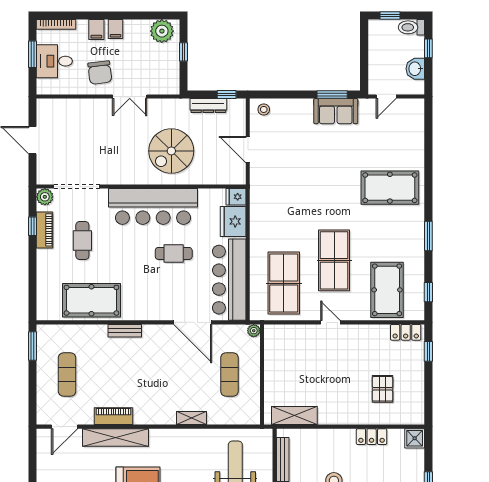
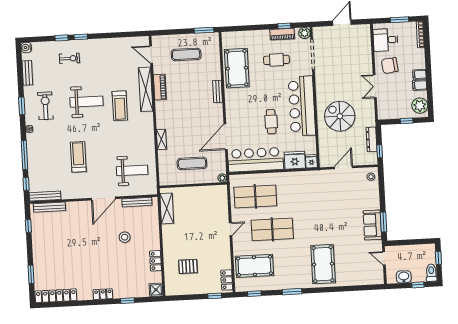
filing cabinet: (96, 30) -> (420, 85), moved
desk: (54, 61) -> (386, 40), moved, turned -90

